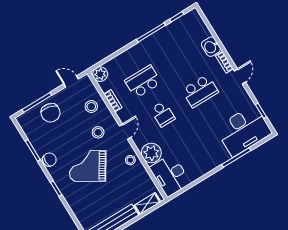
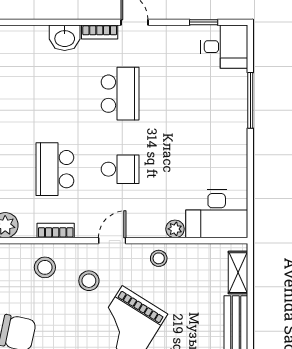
desk: (243, 131) -> (224, 47), width x0.53, depth x0.77
door: (125, 132) -> (112, 241), hinge flipped
plant: (151, 153) -> (175, 229), width x0.53, depth x0.53

